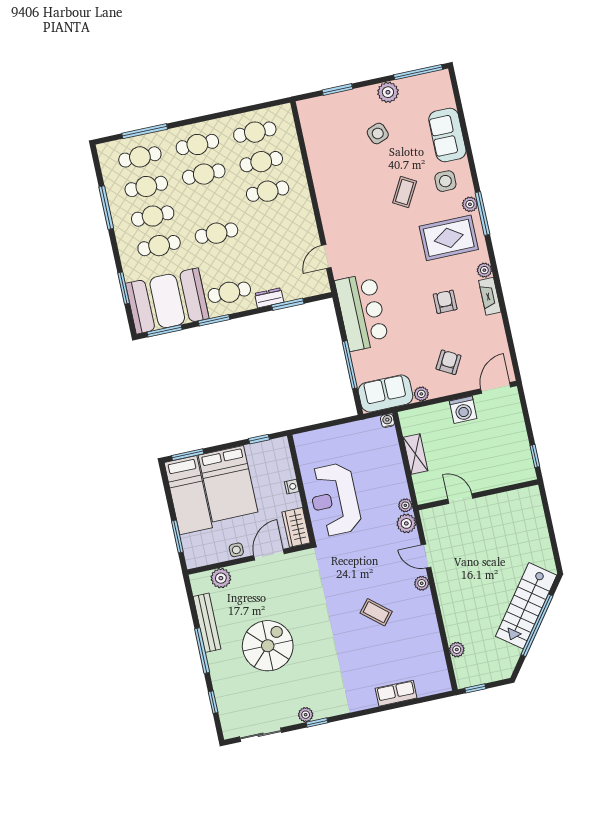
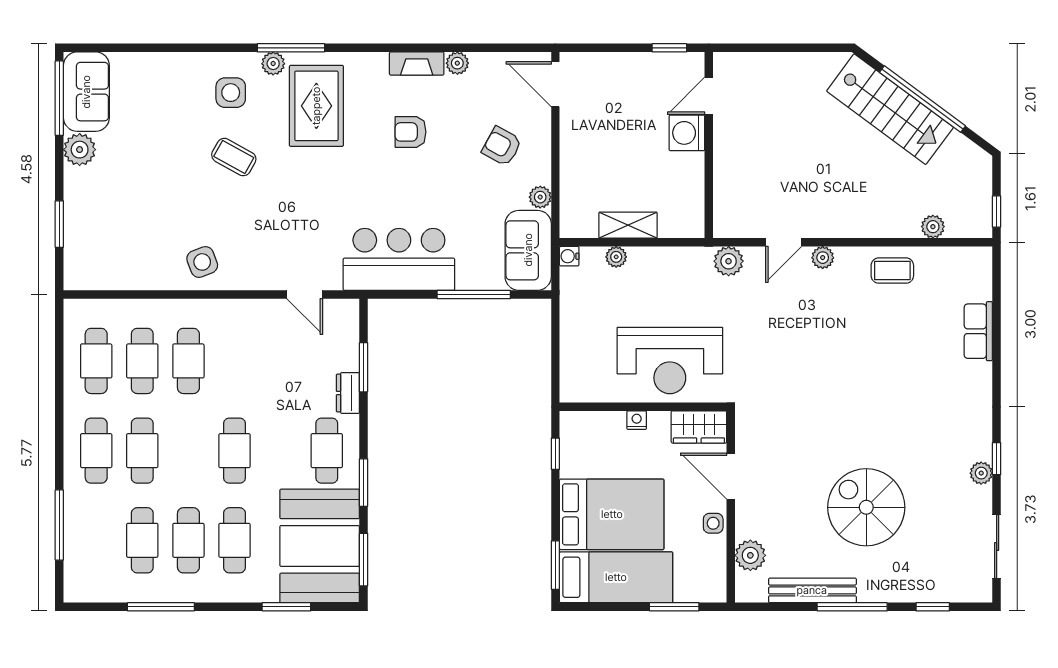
side table: (378, 133) -> (202, 262), moved
sofa: (447, 135) -> (86, 92), moved, turned -90
cafe table: (140, 157) -> (96, 540), removed
plant: (484, 270) -> (457, 63), moved
washing machine: (463, 410) -> (687, 133), moved, turned 180
door: (460, 499) -> (709, 96), moved
plant: (405, 505) -> (616, 257), moved
coffee table: (376, 612) -> (892, 271), moved, turned 50

